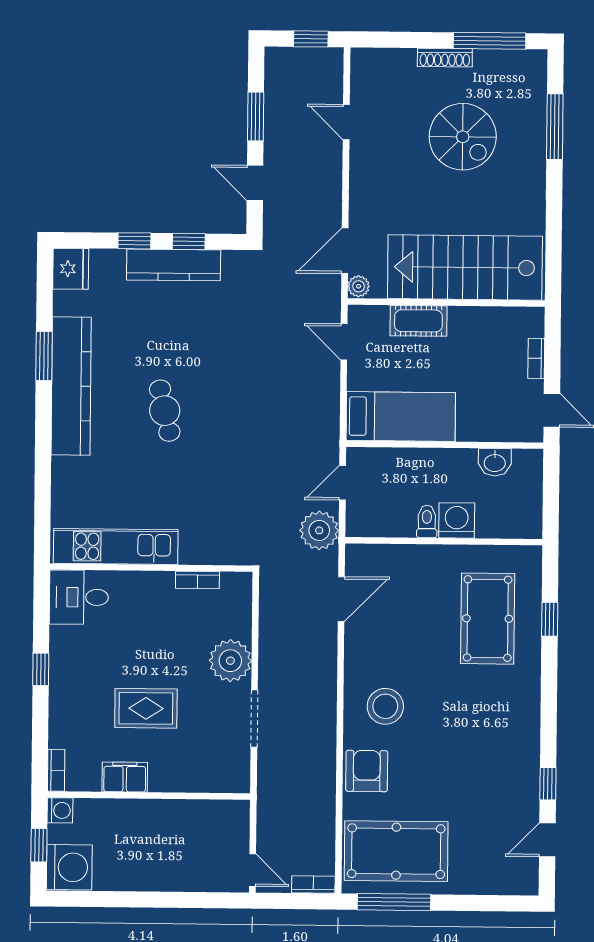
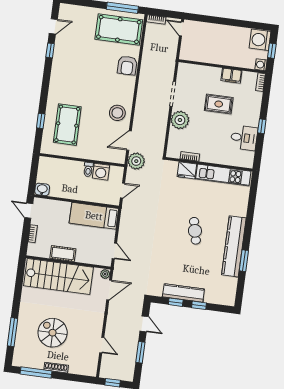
fridge: (71, 269) -> (187, 170), moved, turned -90
cot: (418, 321) -> (63, 254), moved
washbasin: (495, 462) -> (42, 189), moved
washing machine: (457, 520) -> (101, 172), moved
plant: (319, 530) -> (136, 161), moved
desk: (79, 597) -> (244, 138), moved
stool: (385, 706) -> (117, 113), moved

